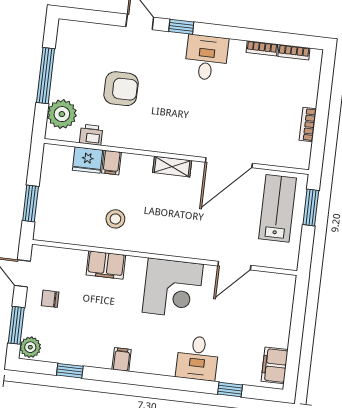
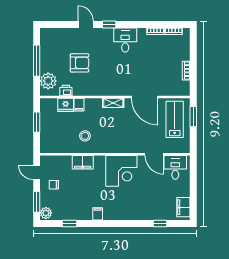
door: (229, 163) -> (145, 97), hinge flipped
window: (31, 204) -> (37, 122), moved
door: (234, 266) -> (154, 154), hinge flipped
desk: (197, 358) -> (175, 167), moved, turned 180

